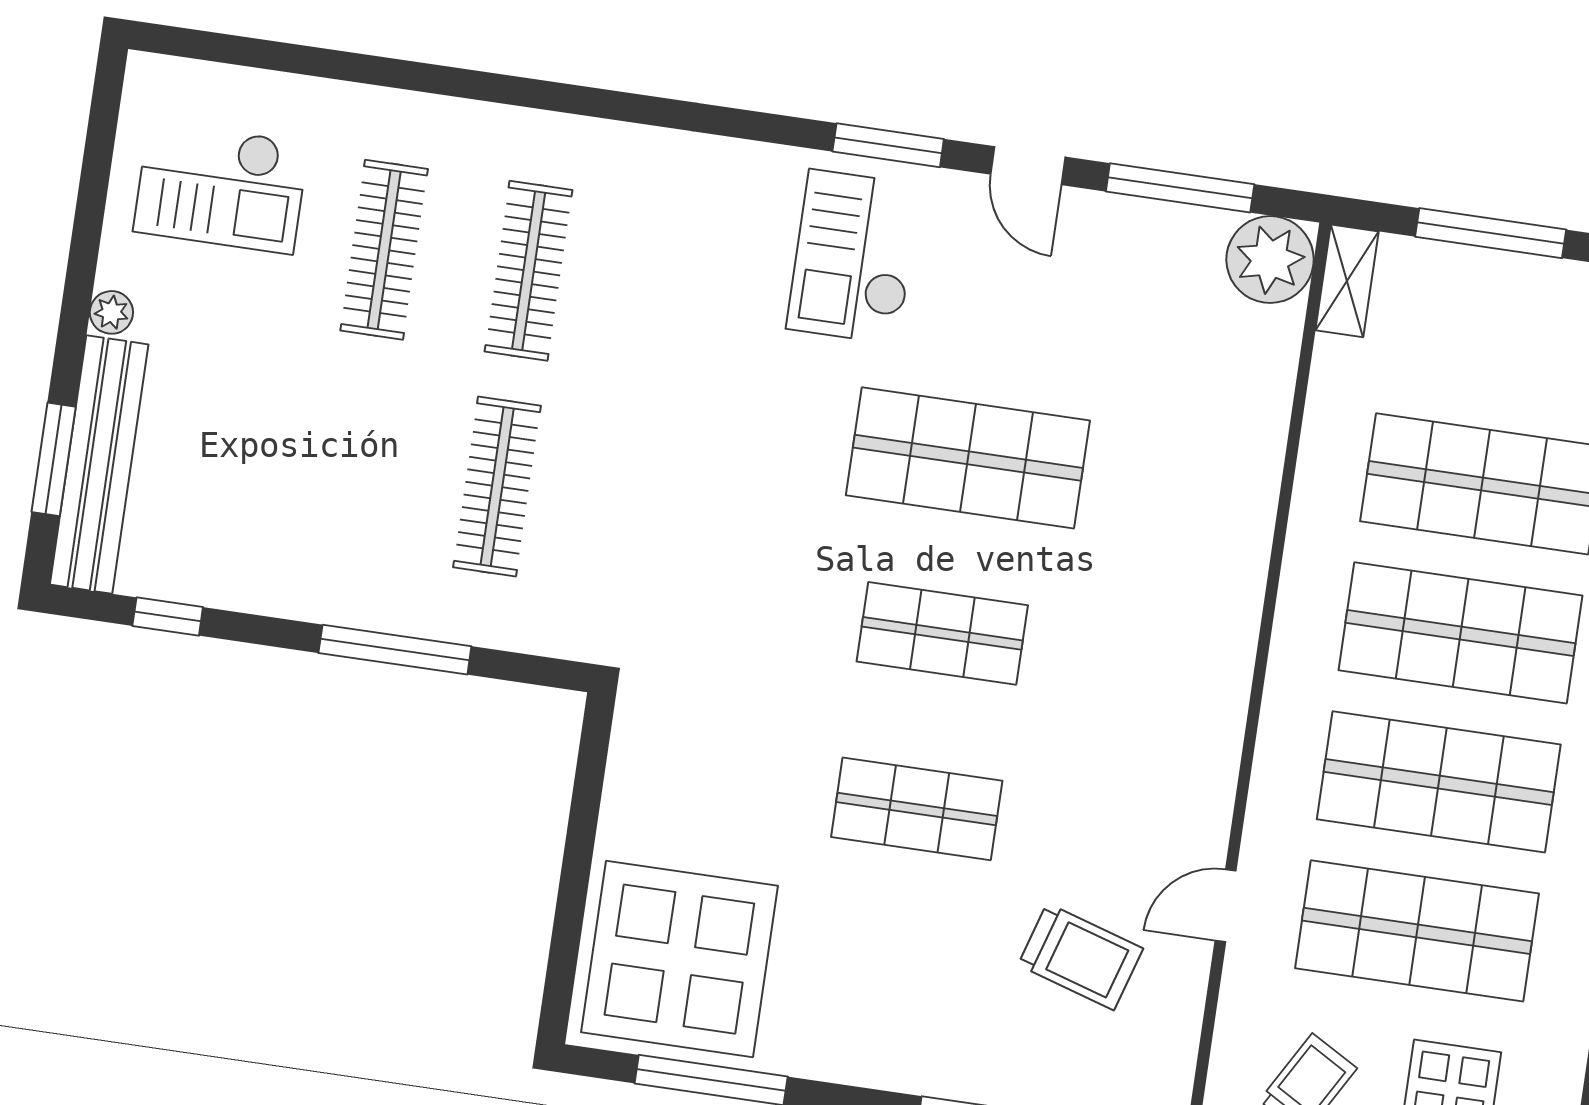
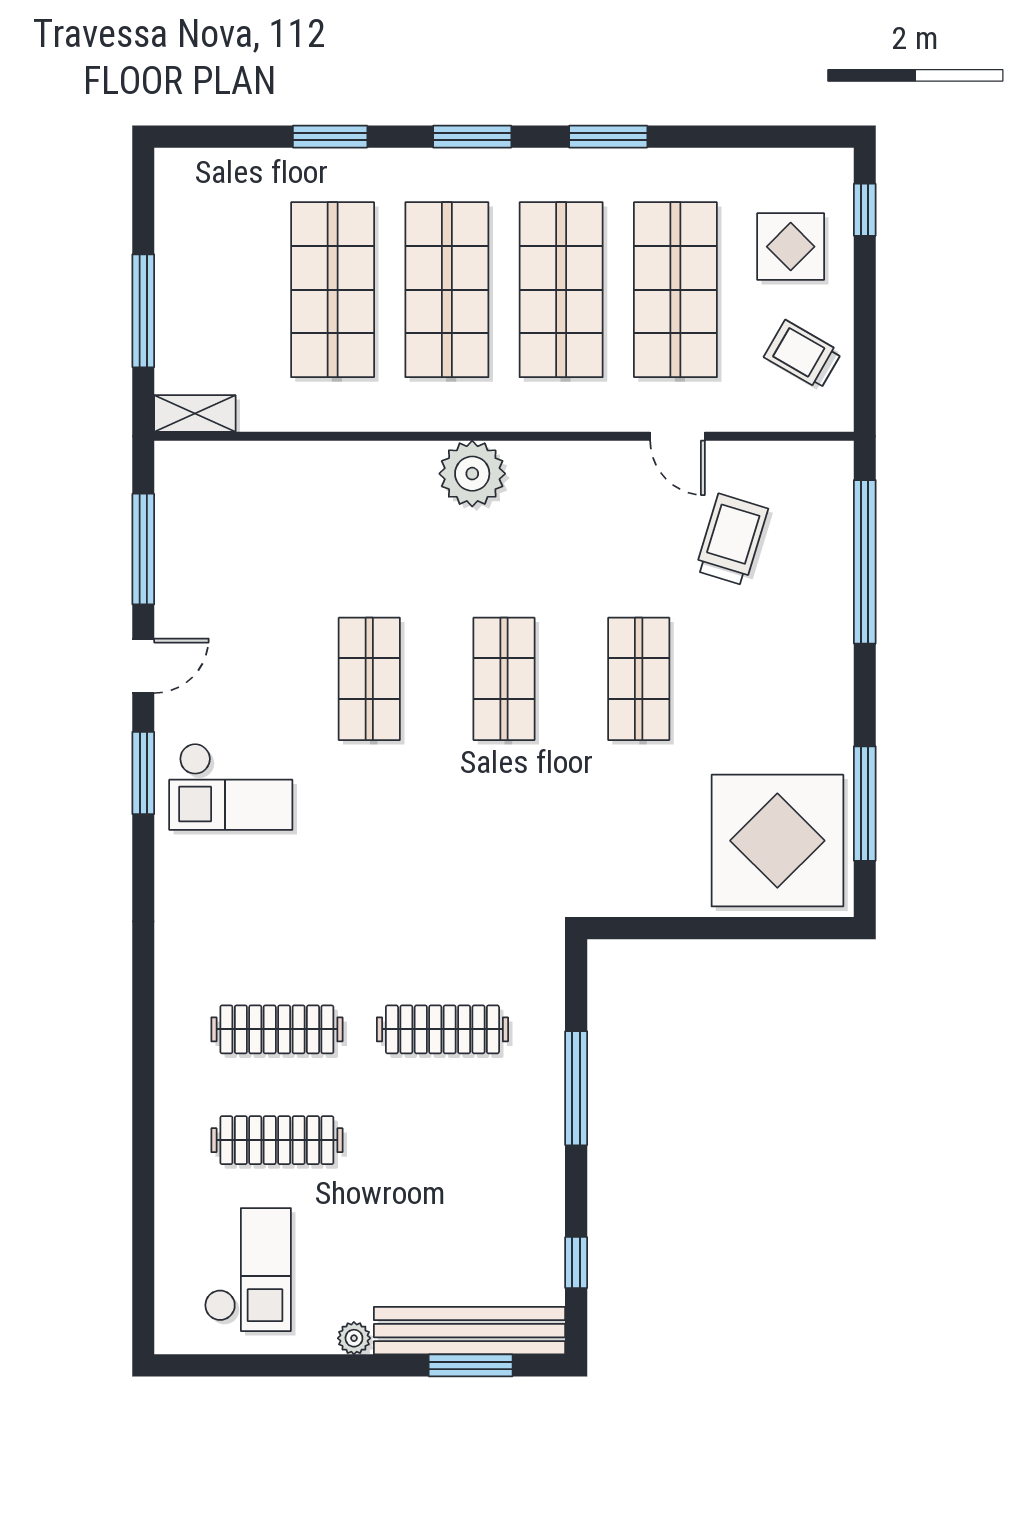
plant: (1270, 260) -> (472, 474), moved
shop shelf: (968, 458) -> (369, 679), width x0.70, depth x0.74

